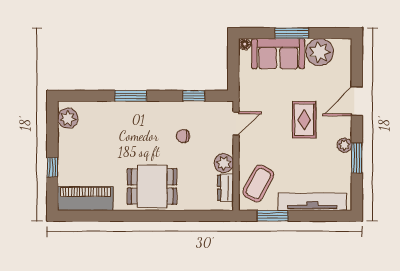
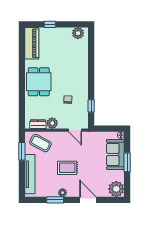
plant: (320, 52) -> (116, 189), moved
window: (131, 96) -> (91, 69), removed
rug: (304, 120) -> (67, 168), moved

